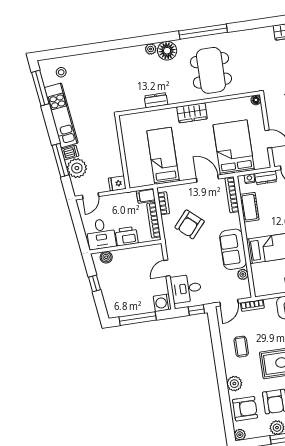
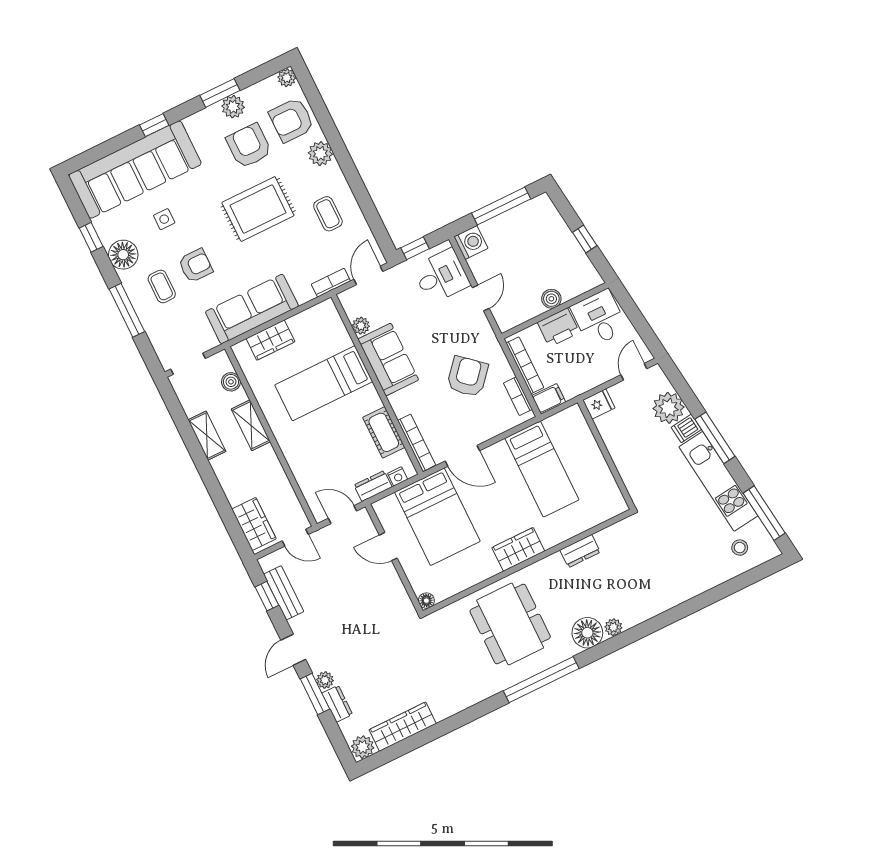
window: (60, 160) -> (715, 438), moved
boiler: (106, 257) -> (551, 299), moved

